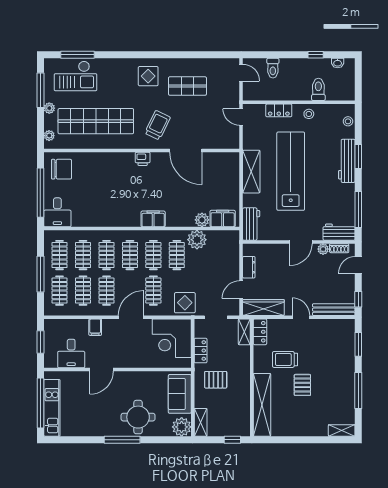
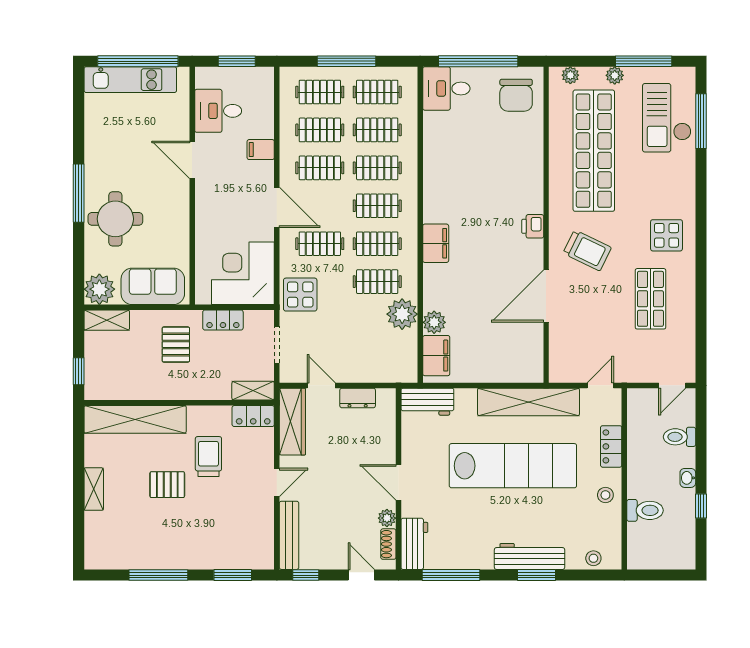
washbasin: (338, 63) -> (688, 478), moved
shelving: (251, 172) -> (529, 402), width x1.47
shelving: (342, 430) -> (94, 489), moved

